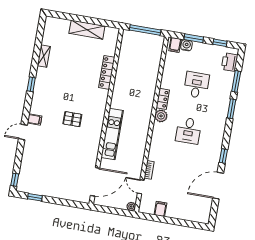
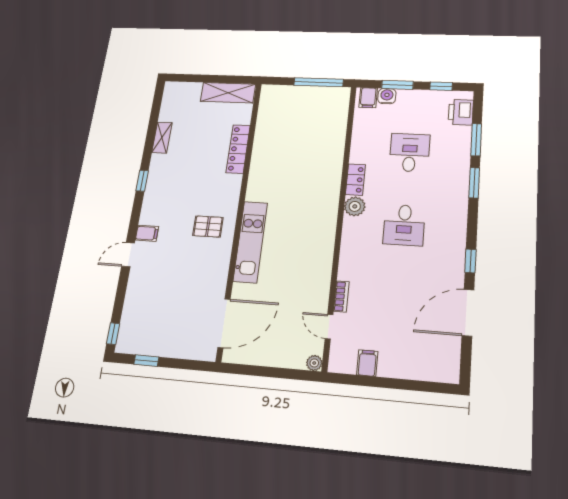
locker: (107, 72) -> (238, 149), moved
wall: (106, 116) -> (240, 215), moved
kitchen unit: (112, 134) -> (250, 242), moved
door: (95, 182) -> (224, 323), moved

